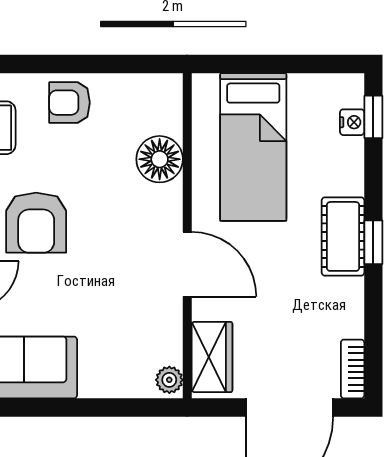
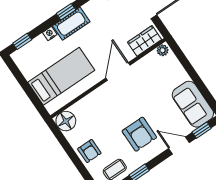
nightstand: (352, 122) -> (50, 34), moved
floor lamp: (160, 159) -> (66, 121), moved
armchair: (36, 223) -> (139, 134), turned 90

